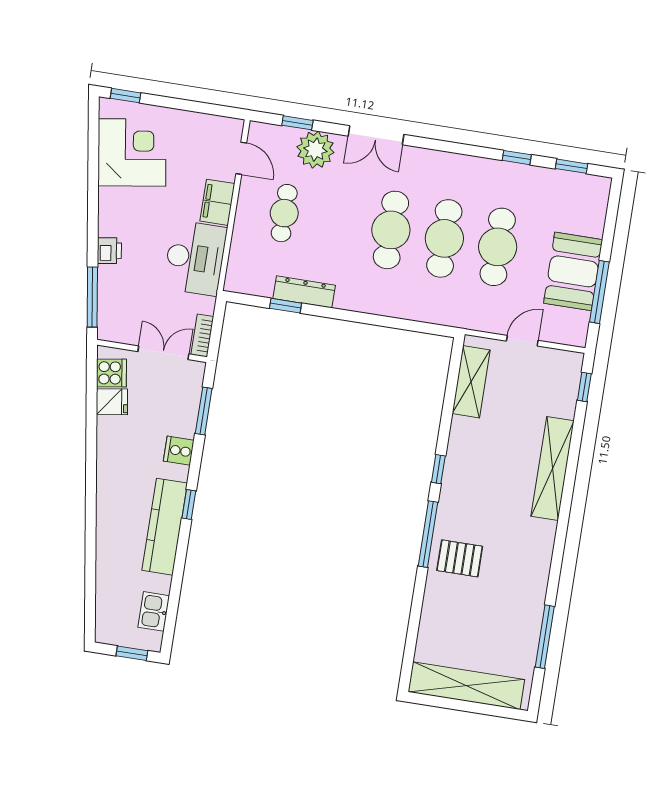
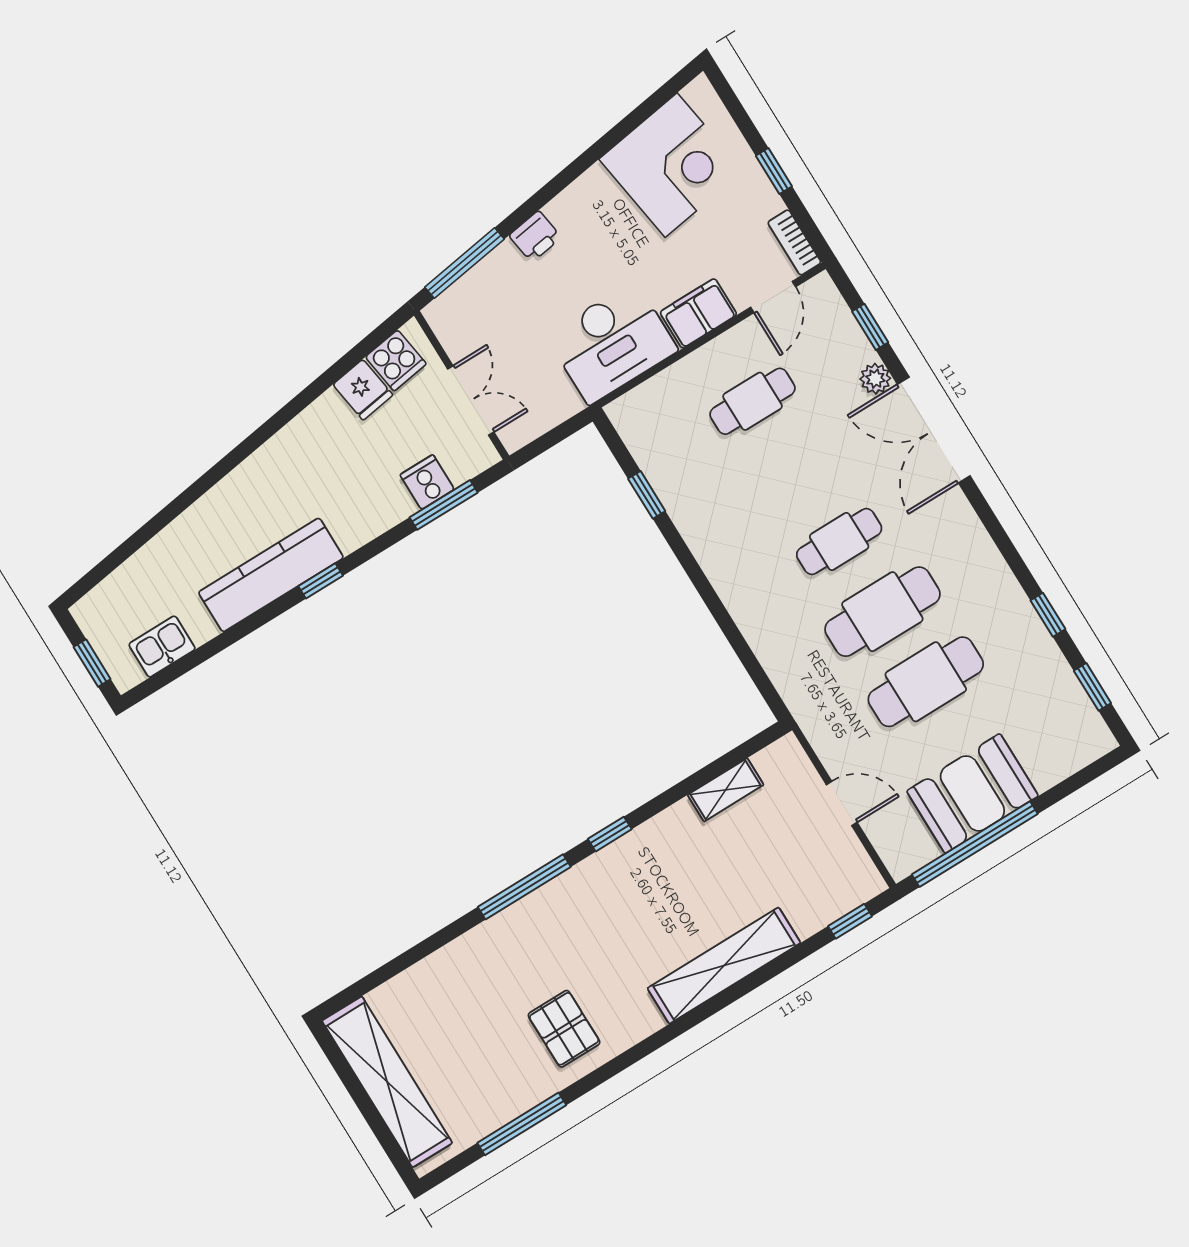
window: (126, 96) -> (774, 171), moved
double door: (376, 135) -> (934, 430), width x1.37
plant: (315, 150) -> (875, 379), width x0.53, depth x0.53
cafe table: (391, 230) -> (839, 542), width x0.73, depth x0.74
dresser: (304, 292) -> (681, 503), removed
window: (599, 292) -> (975, 844), width x1.46
bookcase: (202, 336) -> (794, 242), moved, turned -90
shelving: (471, 382) -> (726, 790), width x0.67, depth x0.75
cooker: (179, 451) -> (427, 482), moved
pallet: (460, 558) -> (564, 1029), moved

